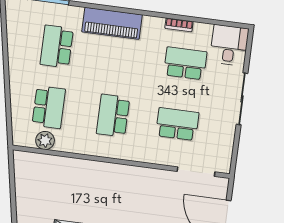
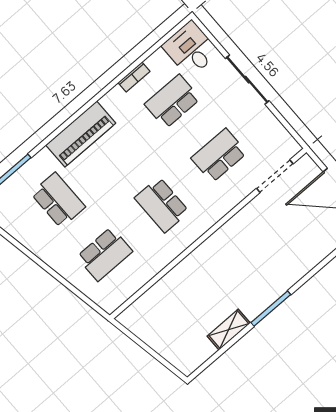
school desk: (57, 46) -> (58, 200), turned 180
school desk: (49, 107) -> (105, 254), turned 90
plant: (45, 140) -> (131, 283), removed

